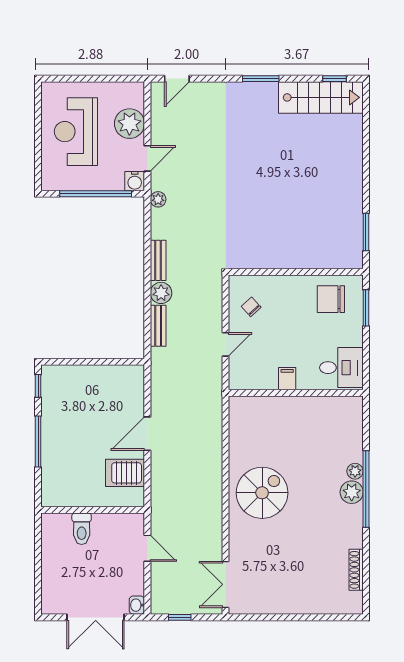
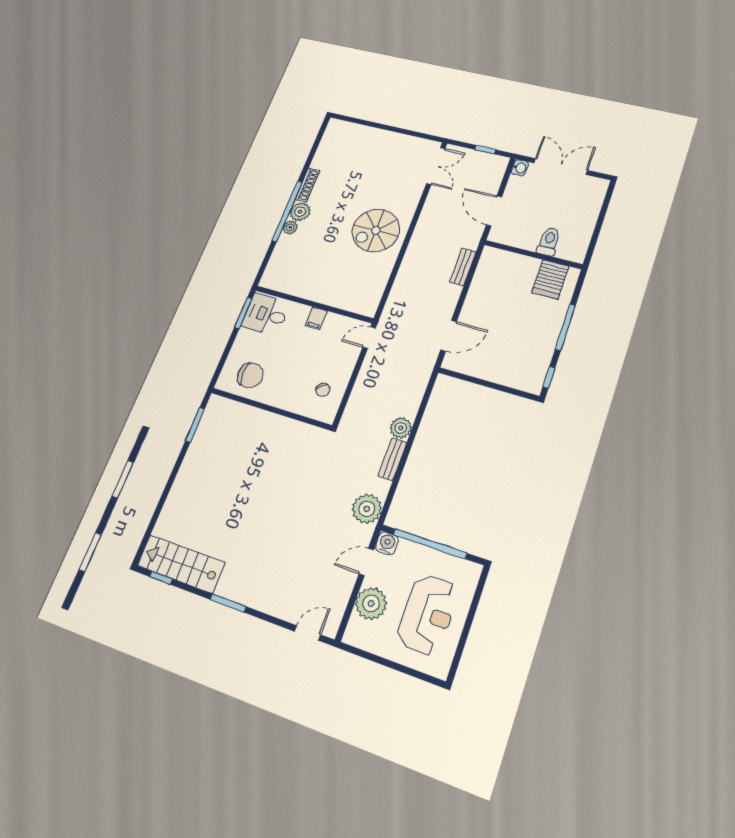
plant: (158, 199) -> (367, 509), width x1.88, depth x1.88
window: (366, 308) -> (243, 313), moved
bench: (158, 326) -> (463, 267), moved
door: (225, 344) -> (369, 338), moved
door: (147, 434) -> (449, 336), moved
server rack: (125, 473) -> (550, 279), moved, turned 90
door: (147, 548) -> (494, 211), width x1.37
shoe rack: (356, 570) -> (308, 185), moved

